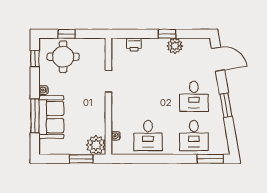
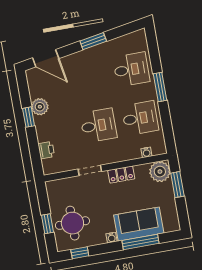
door: (218, 59) -> (46, 58), swing flipped
desk: (194, 96) -> (98, 125), moved
locker: (99, 109) -> (121, 175), added
window: (210, 159) -> (160, 87), moved

